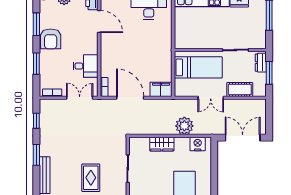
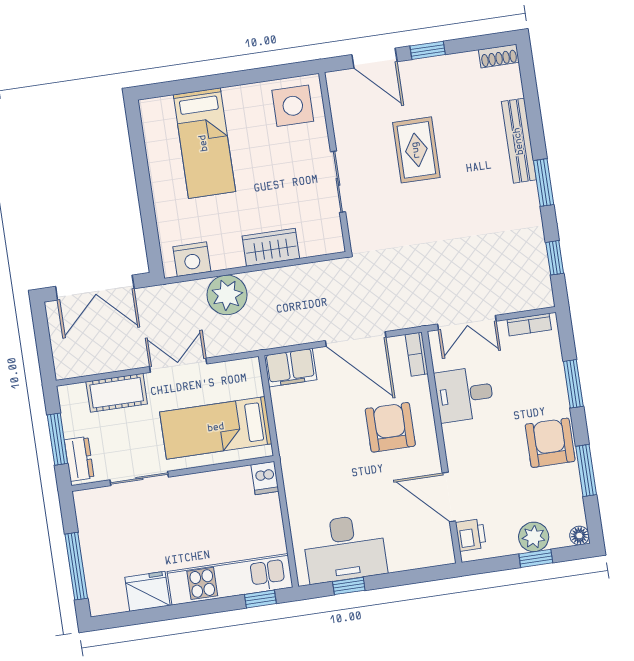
dishwasher: (180, 42) -> (265, 478), added
armchair: (121, 56) -> (390, 427), added

